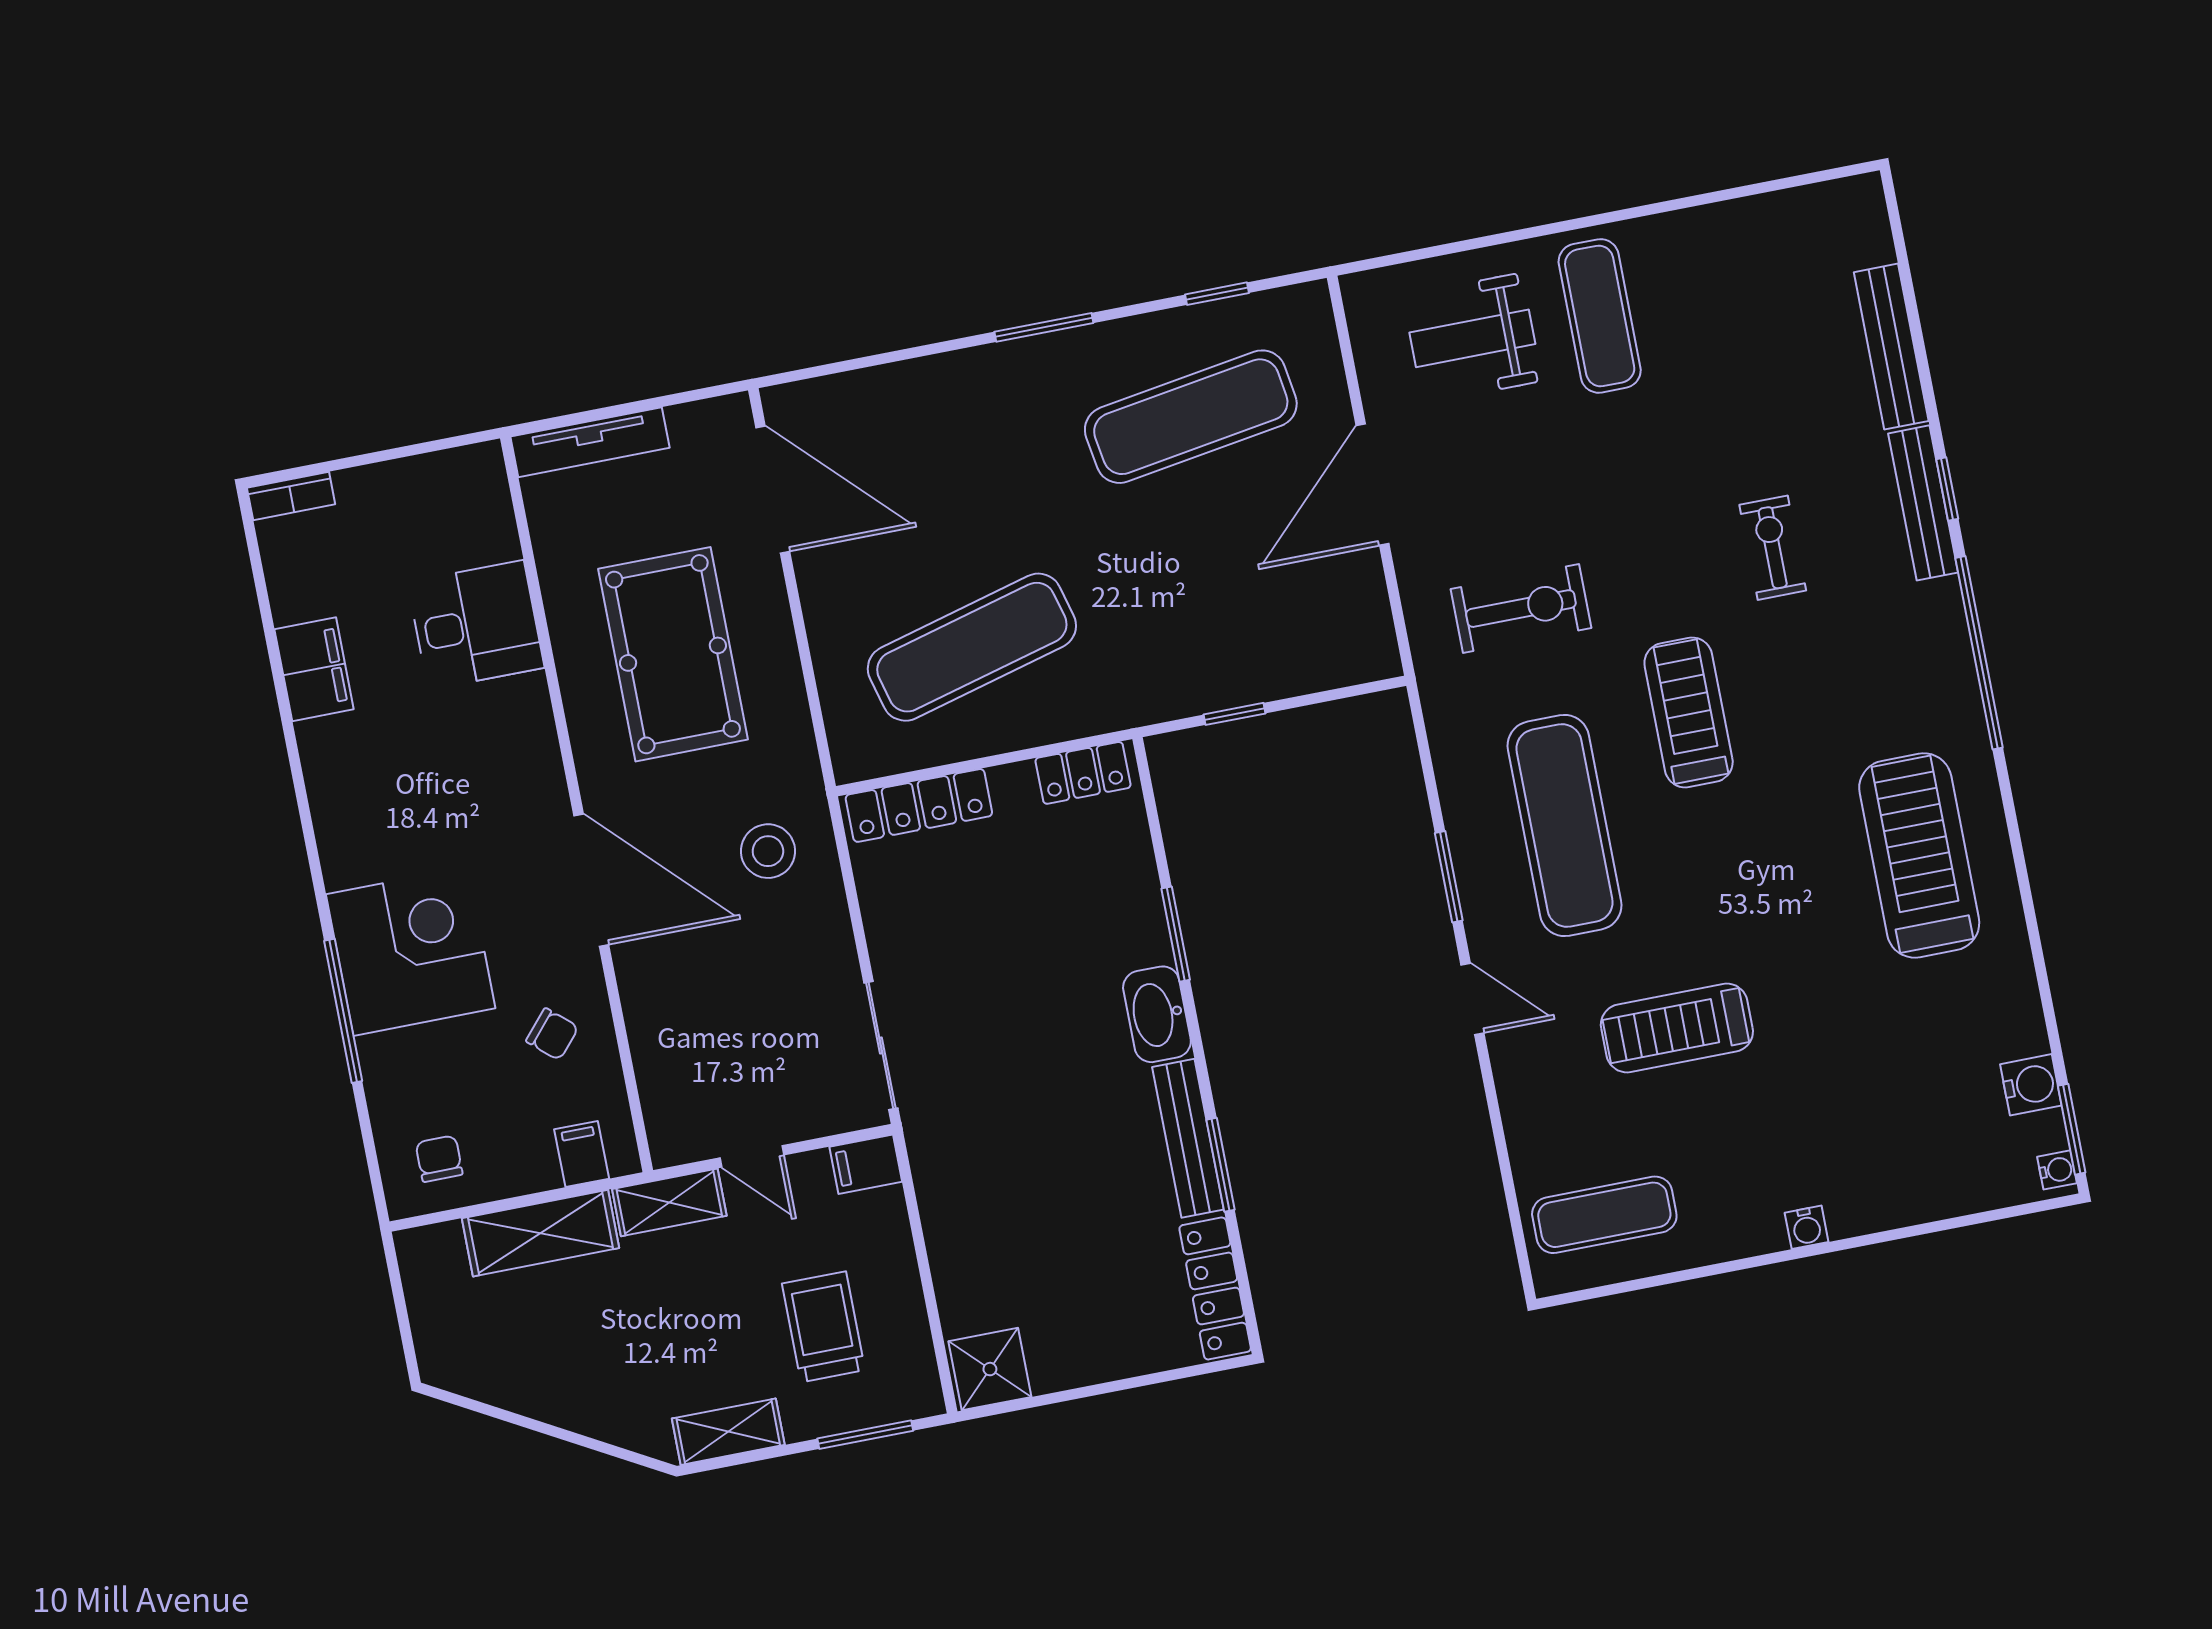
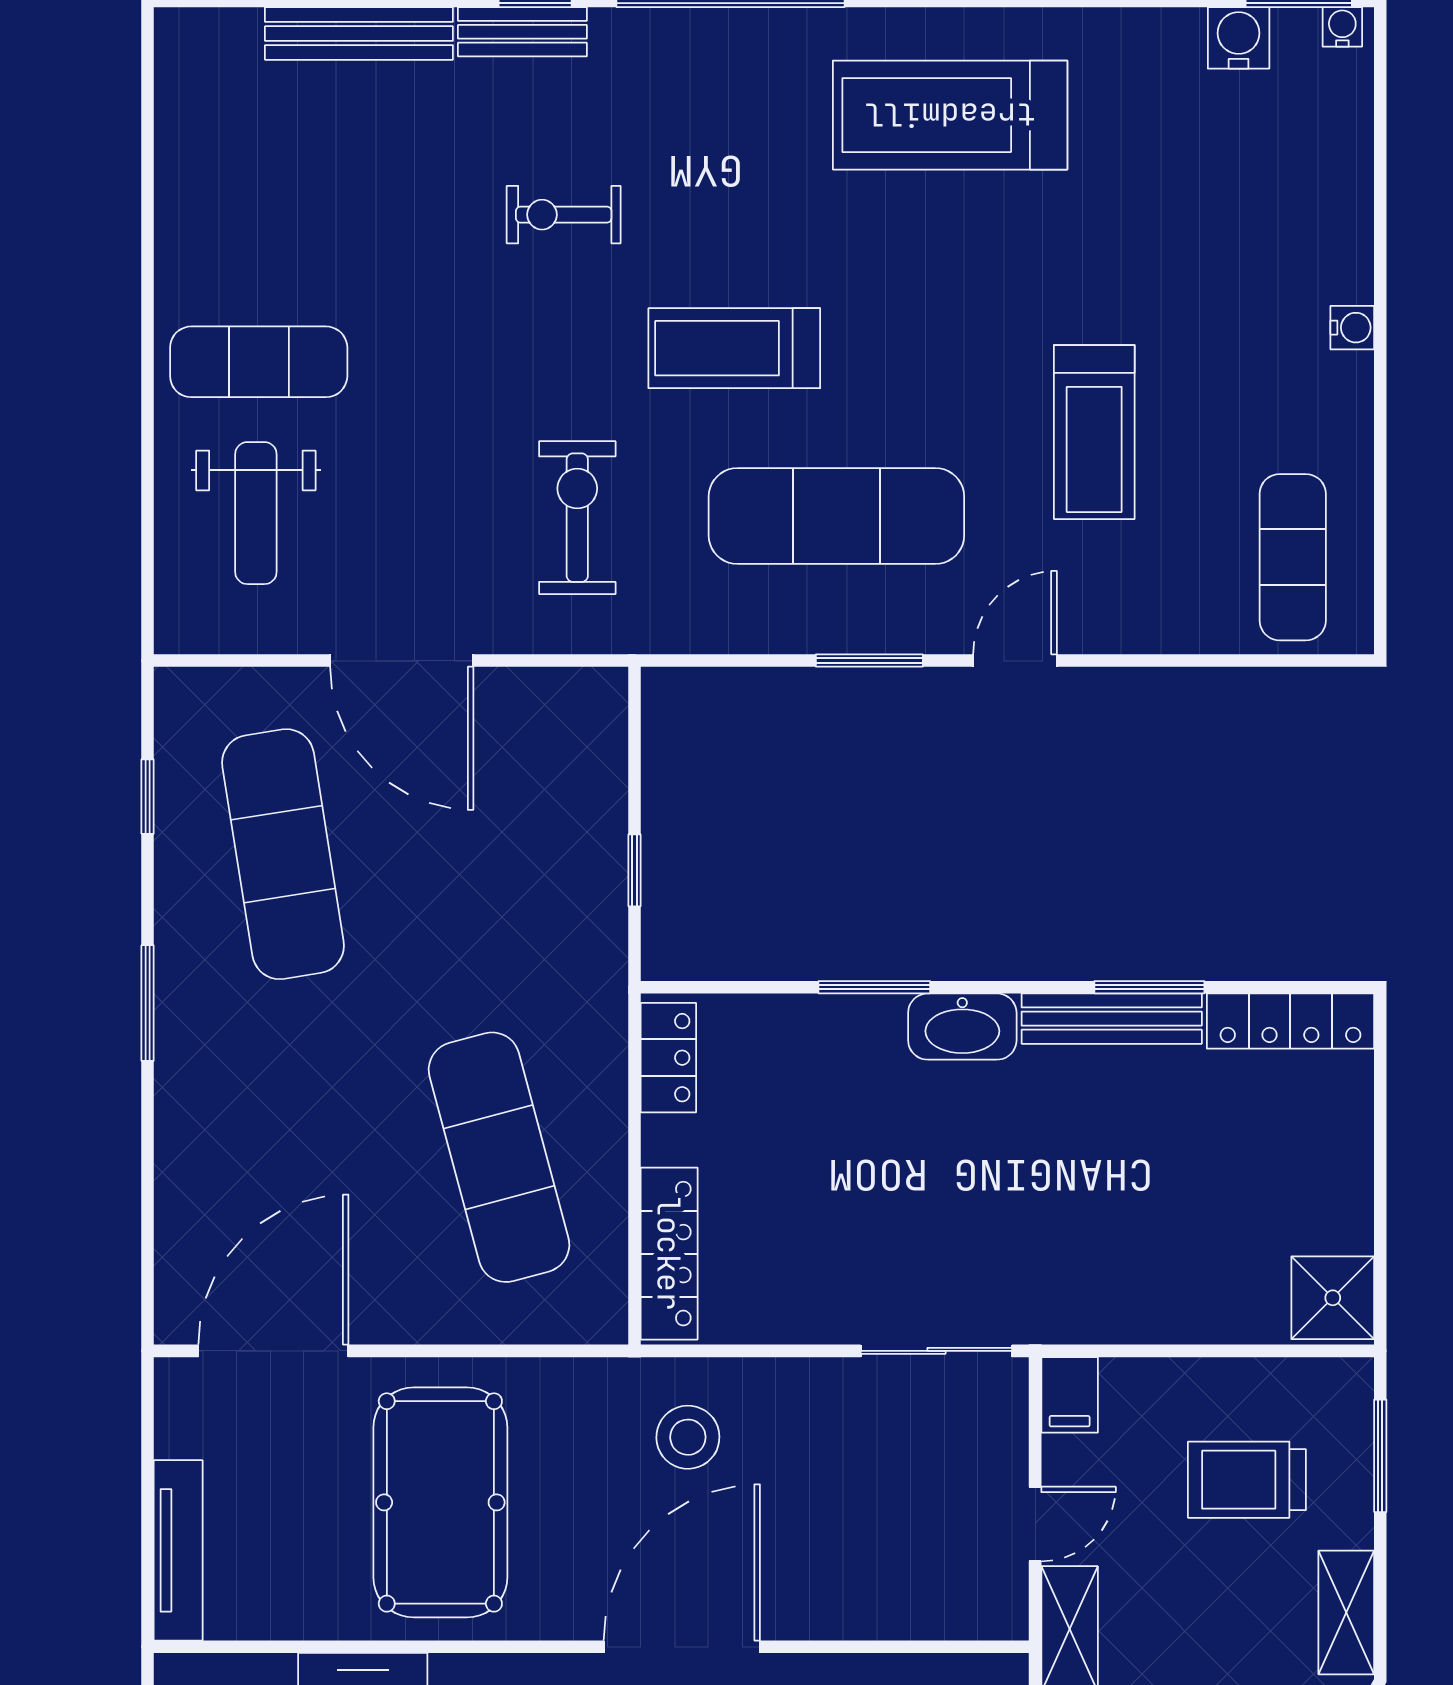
bench: (1923, 503) -> (522, 32), width x0.73
pool table: (673, 654) -> (440, 1502), turned 90

